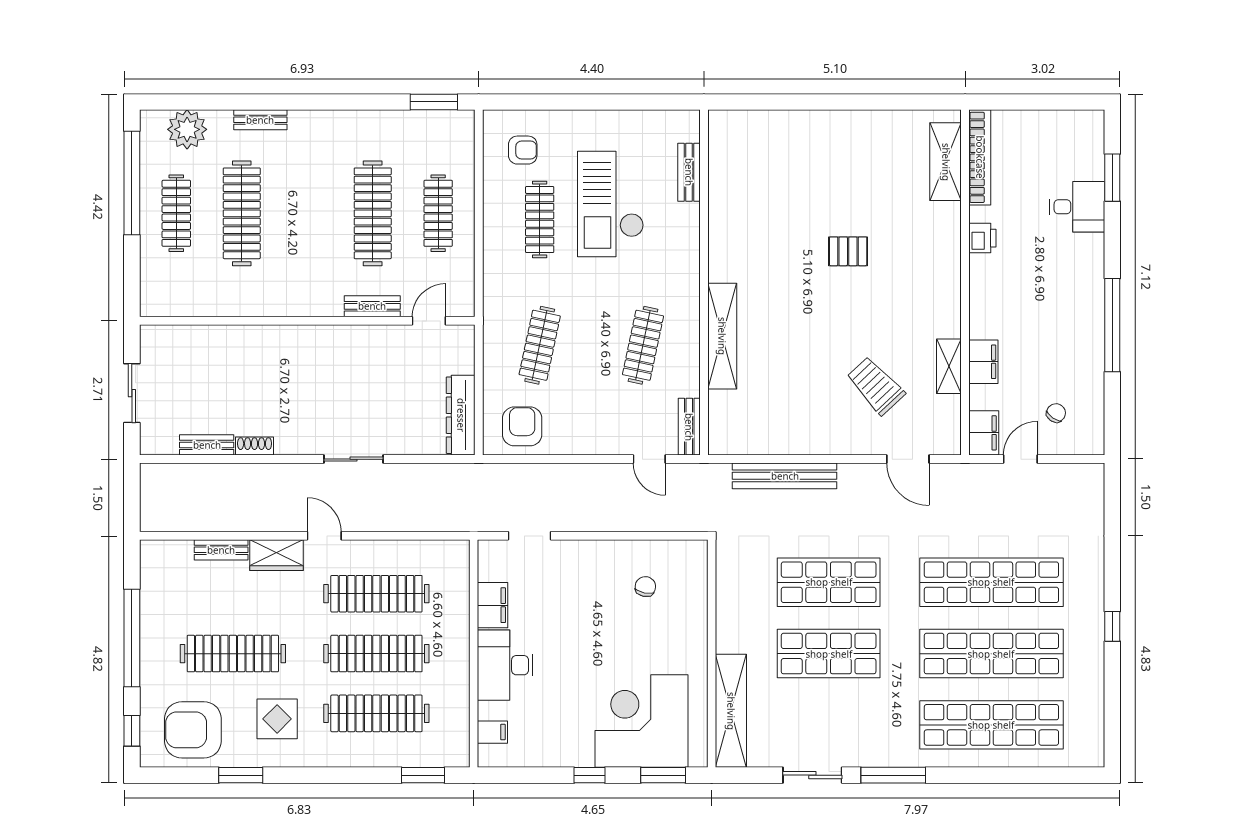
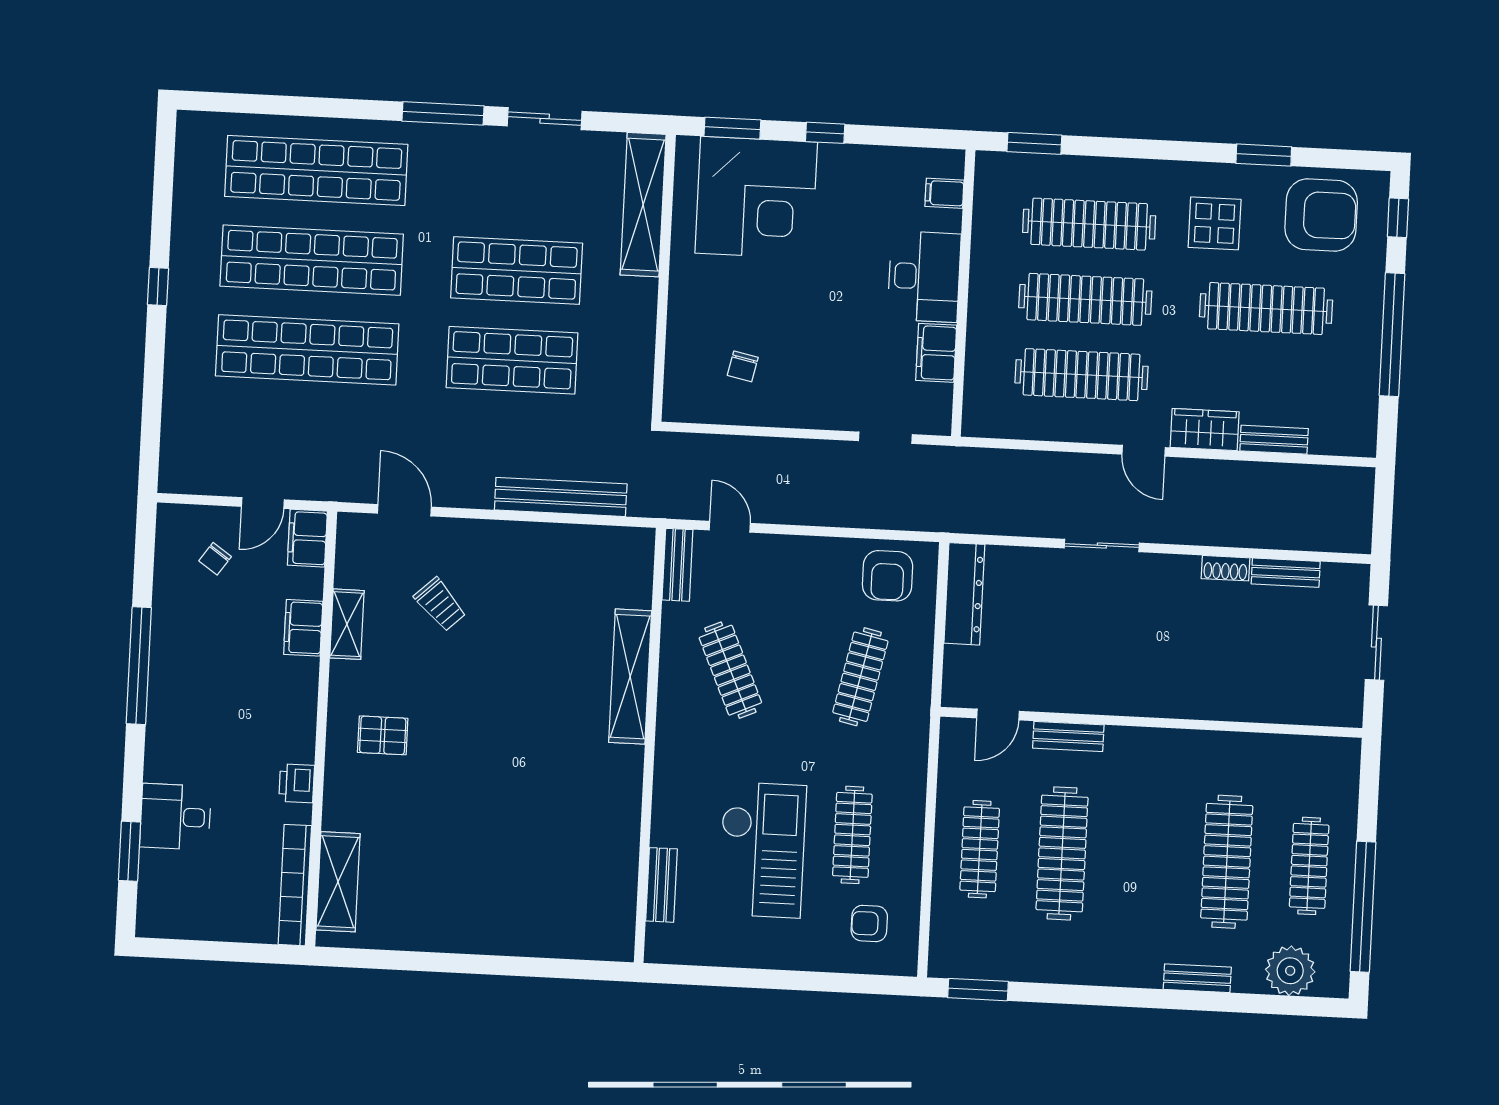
pallet: (848, 251) -> (383, 735), moved
clothes rail: (643, 345) -> (730, 670), turned -36
trolley: (876, 386) -> (440, 604), width x0.73, depth x0.72

